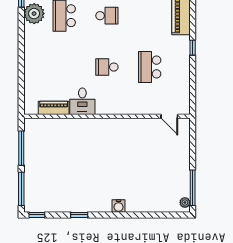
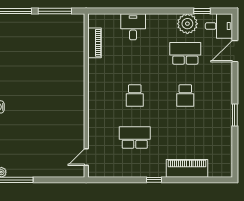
school desk: (107, 67) -> (135, 95), turned 180
desk: (82, 101) -> (133, 27), moved, turned 90

